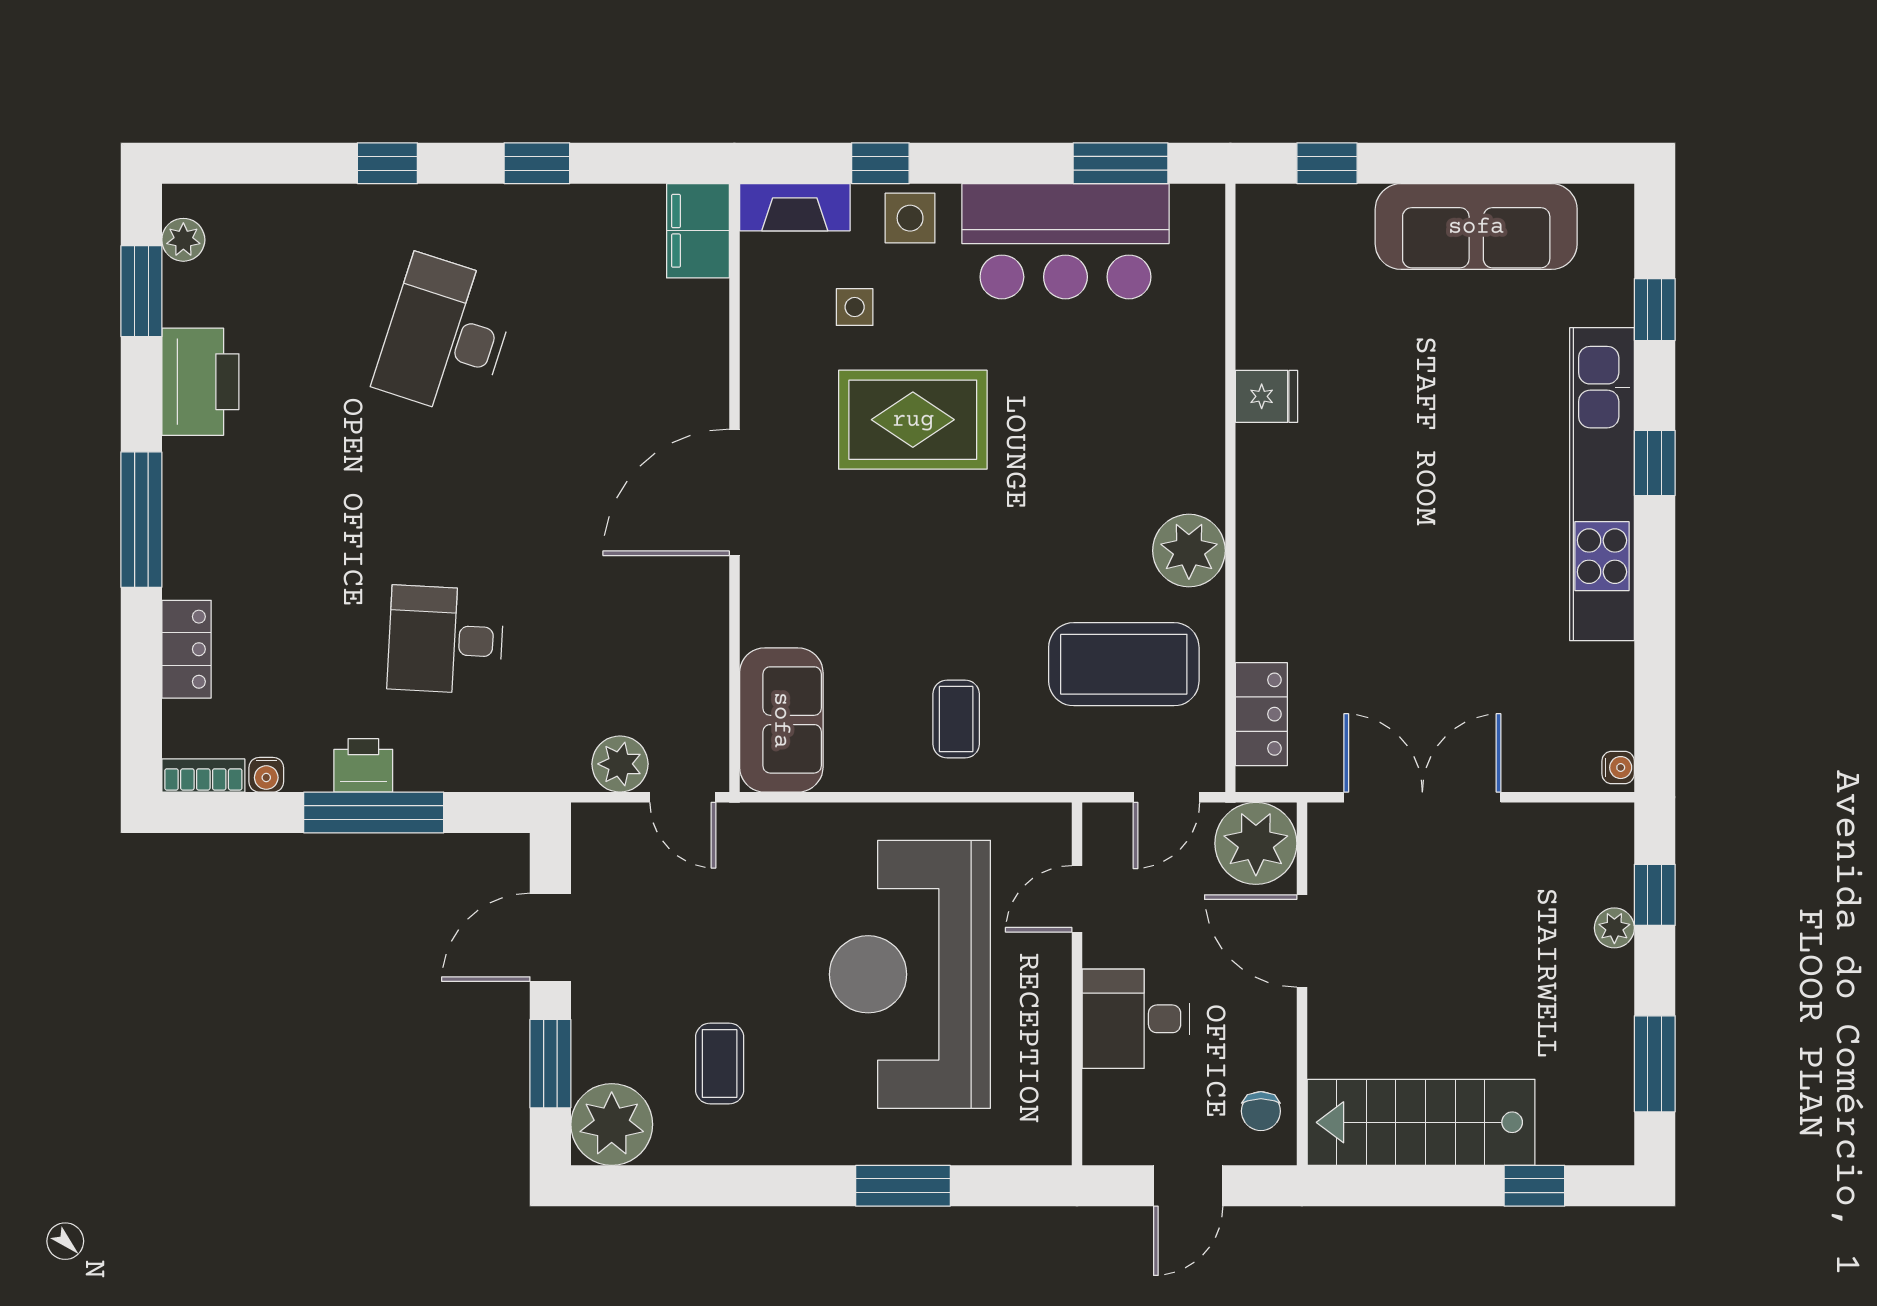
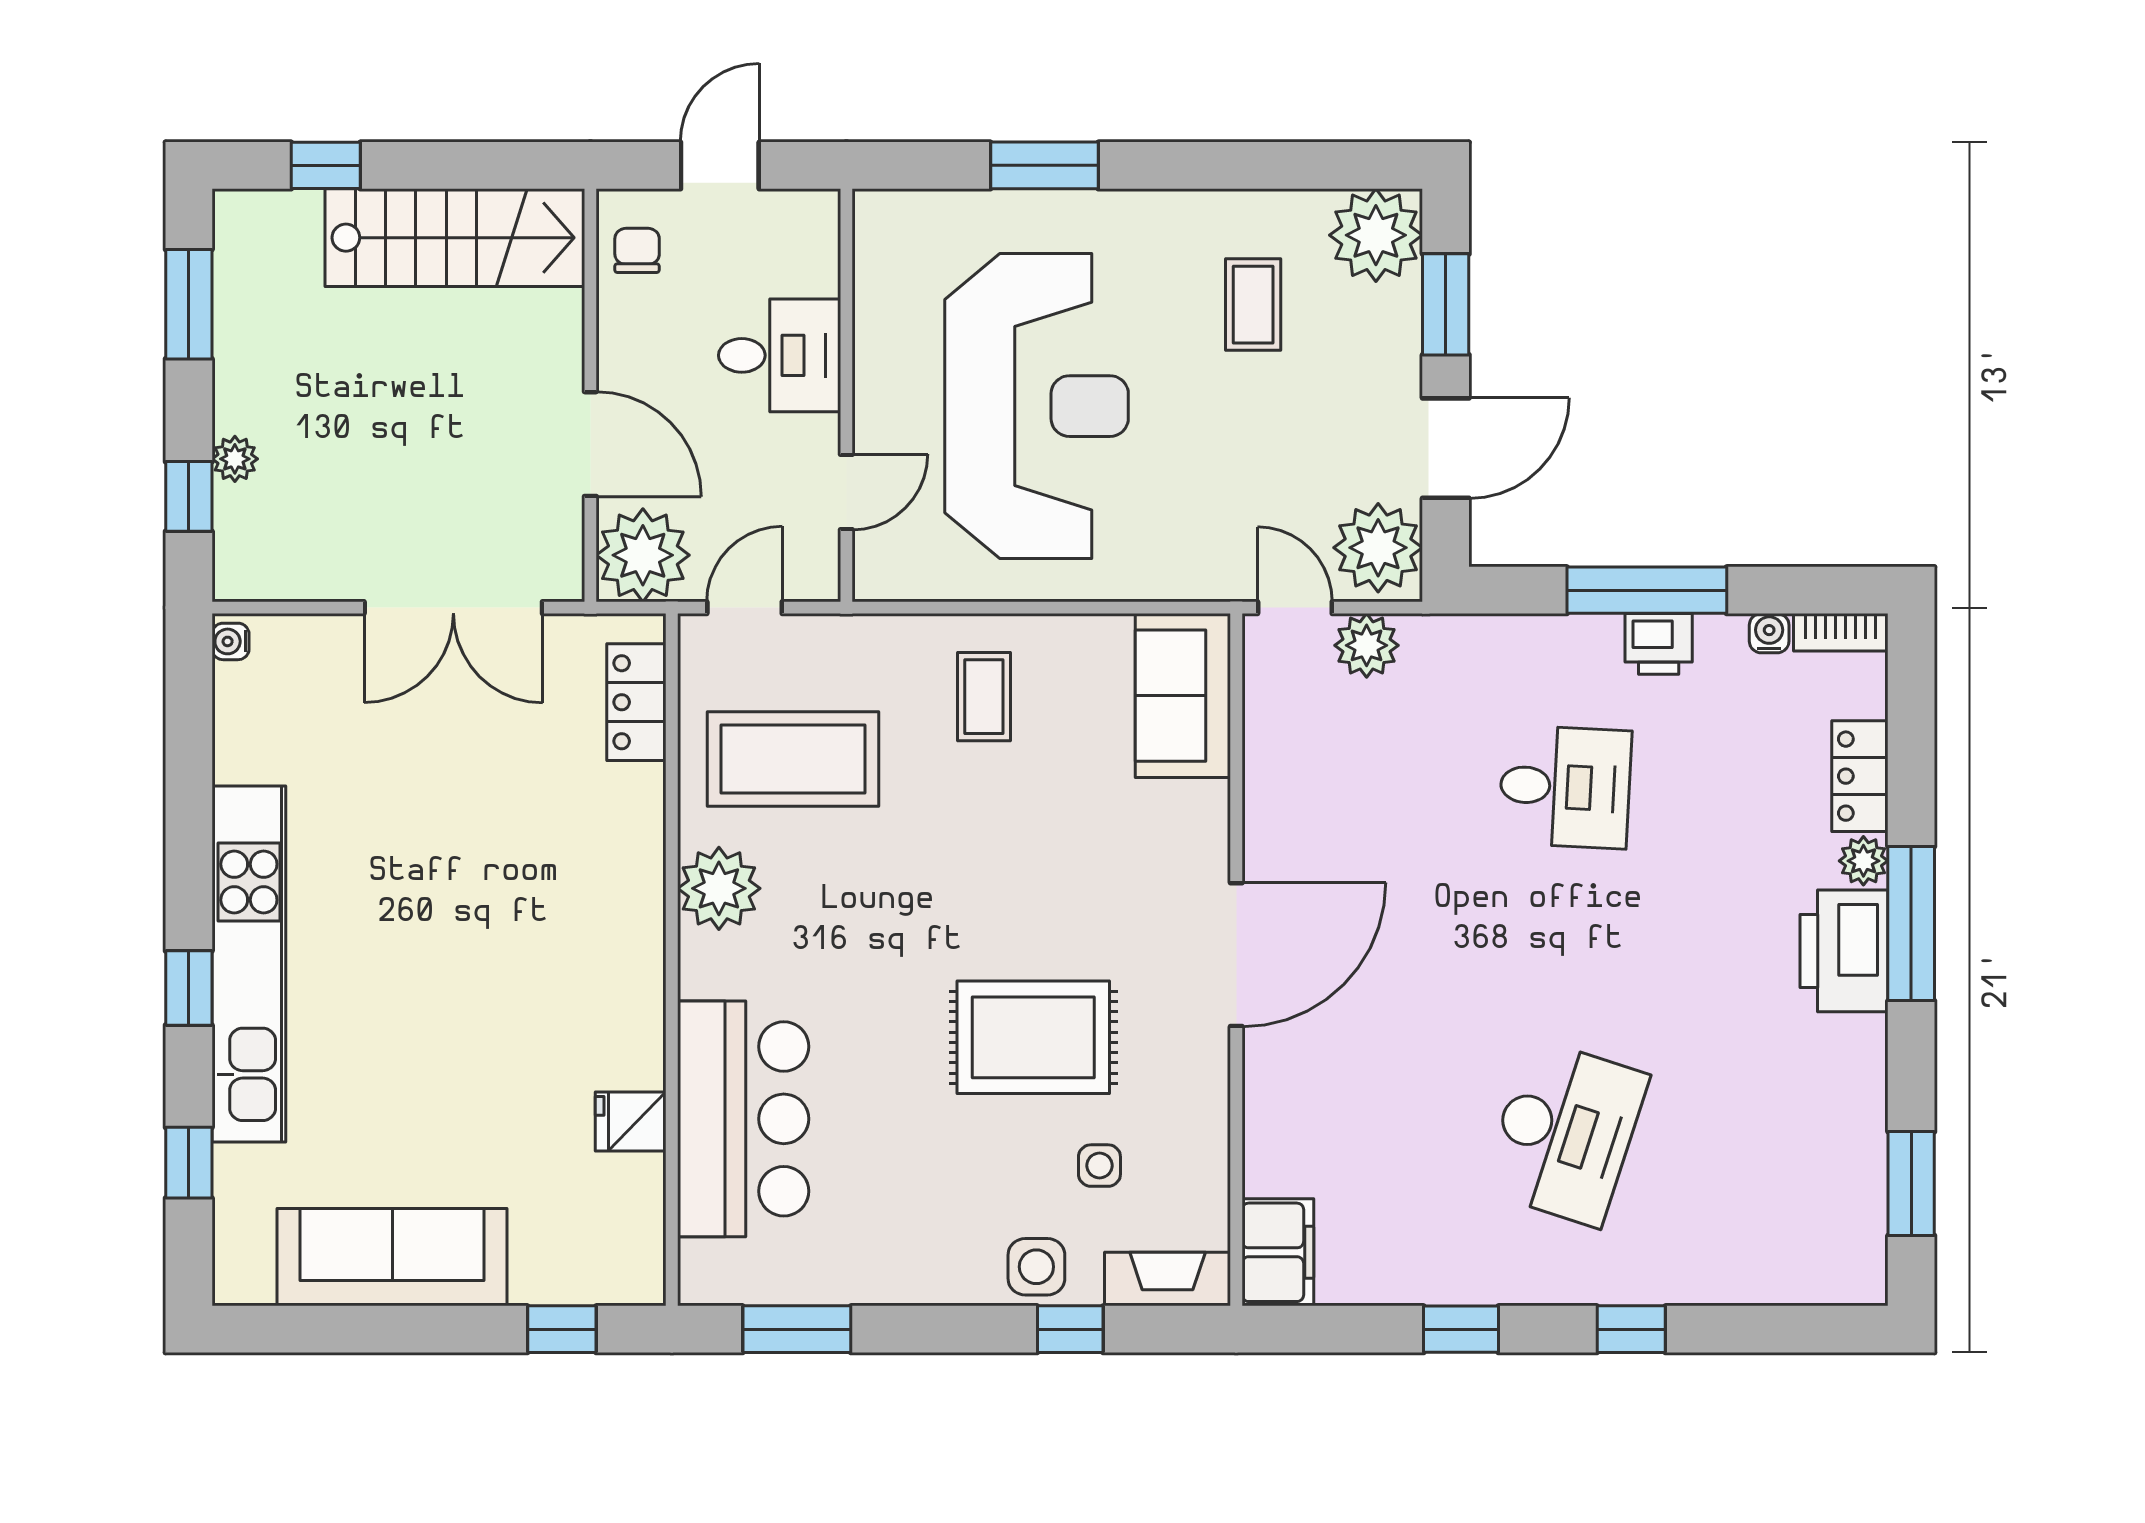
plant: (183, 240) -> (1863, 861), moved
bar counter: (1065, 241) -> (743, 1119), moved, turned 90
printer: (200, 382) -> (1844, 951), moved
fridge: (1267, 396) -> (631, 1121), moved
plant: (610, 850) -> (1378, 548), added

